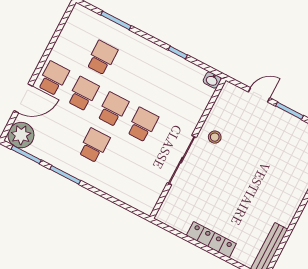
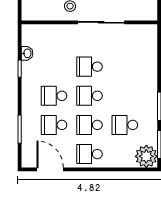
school desk: (132, 73) -> (54, 96), added
washbasin: (212, 80) -> (27, 53), moved
door: (23, 98) -> (50, 169), moved
school desk: (94, 145) -> (125, 125), moved

